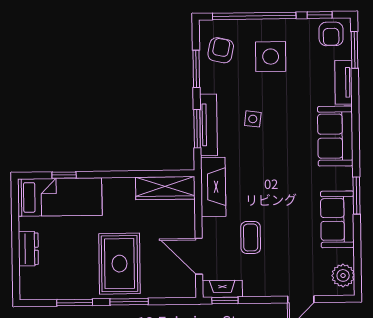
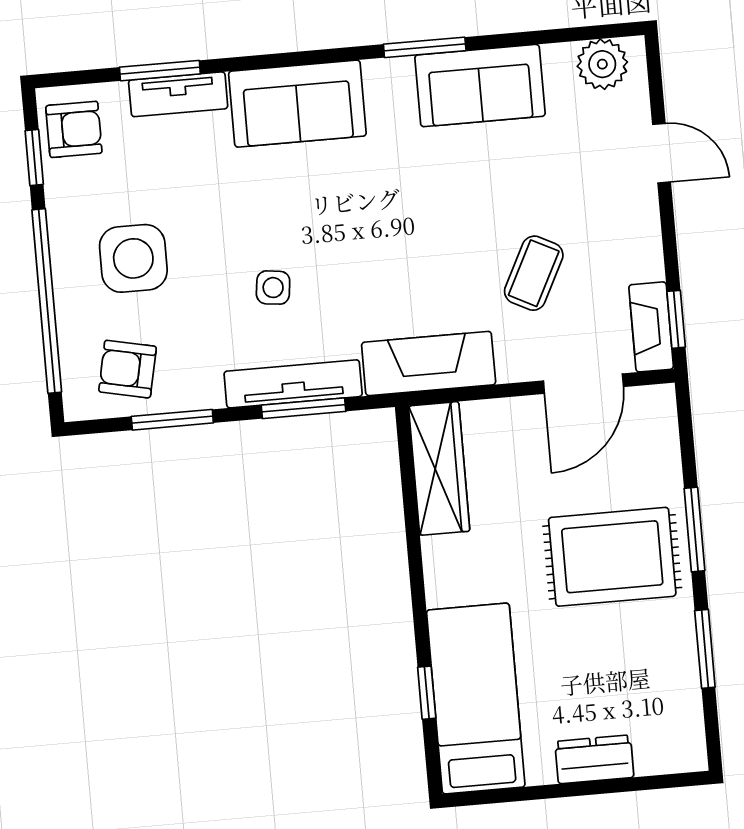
window: (355, 50) -> (160, 71), moved
coffee table: (251, 237) -> (534, 273), turned -63

